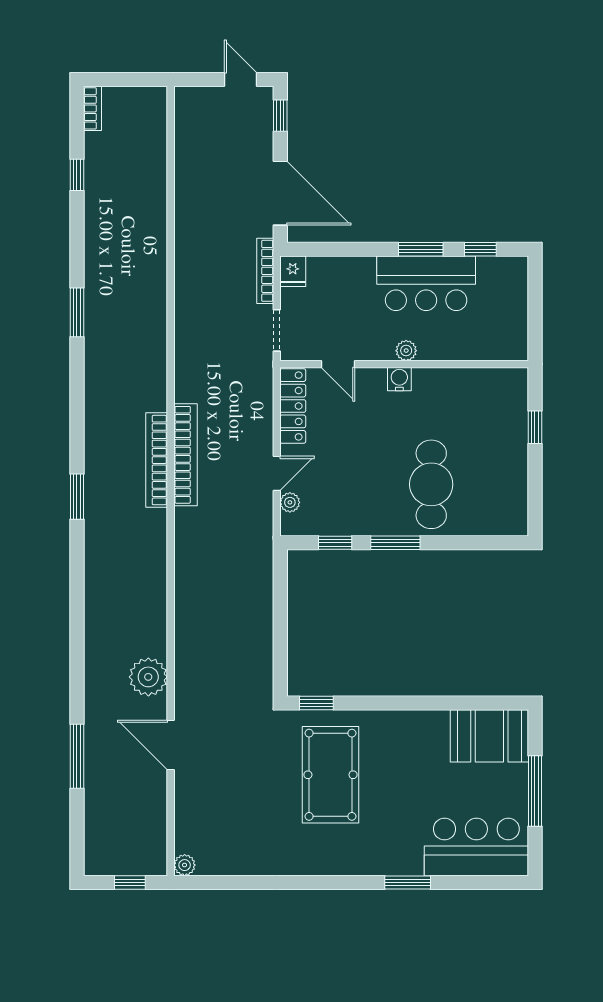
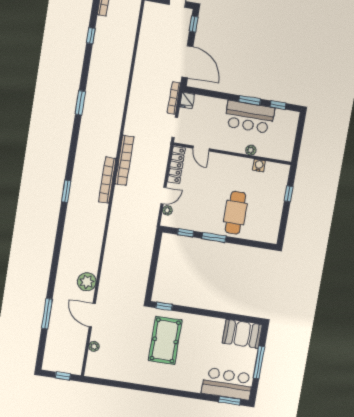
plant: (406, 351) -> (251, 150), moved
water cooler: (399, 379) -> (259, 165), moved
bookcase: (185, 455) -> (125, 160), moved
plant: (185, 865) -> (94, 346), moved
window: (408, 882) -> (230, 401), moved

